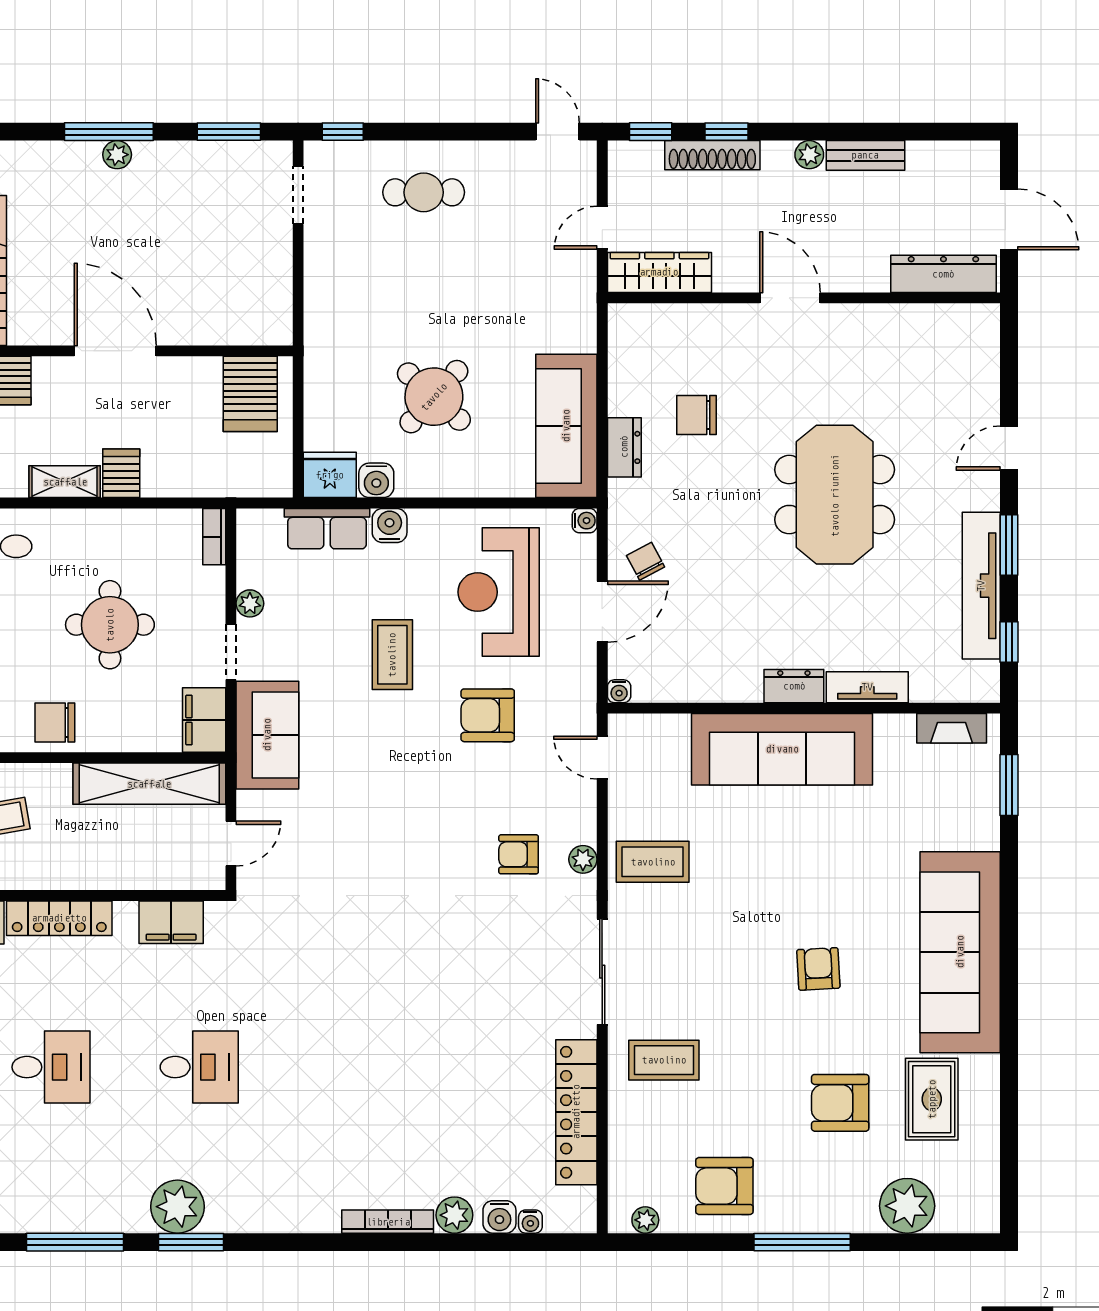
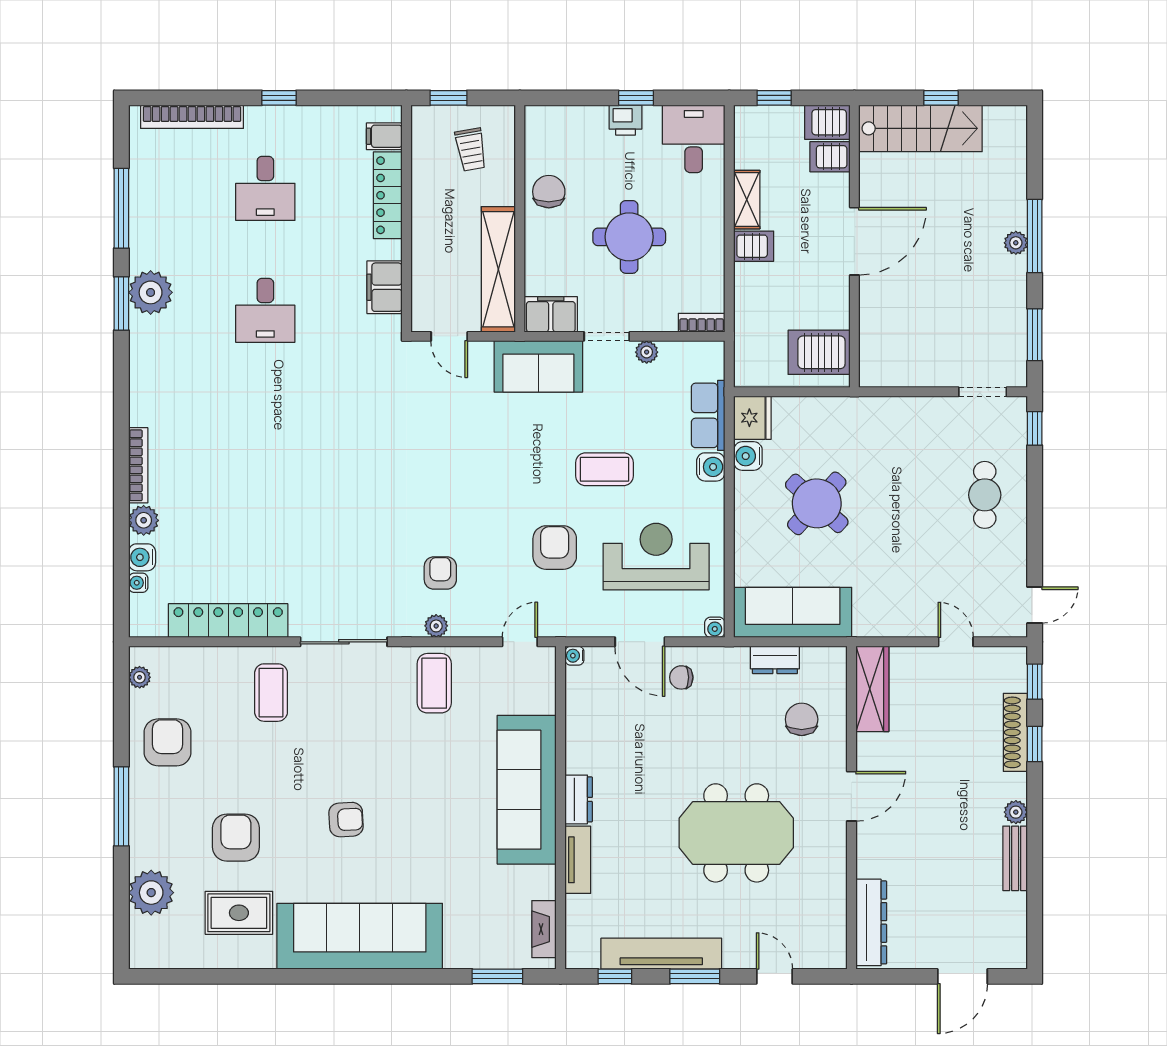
wardrobe: (659, 272) -> (872, 689), moved
dresser: (943, 274) -> (871, 922), moved
door: (790, 298) -> (851, 796), moved
wall: (804, 298) -> (851, 808), moved
chair: (646, 561) -> (681, 677), turned -152

